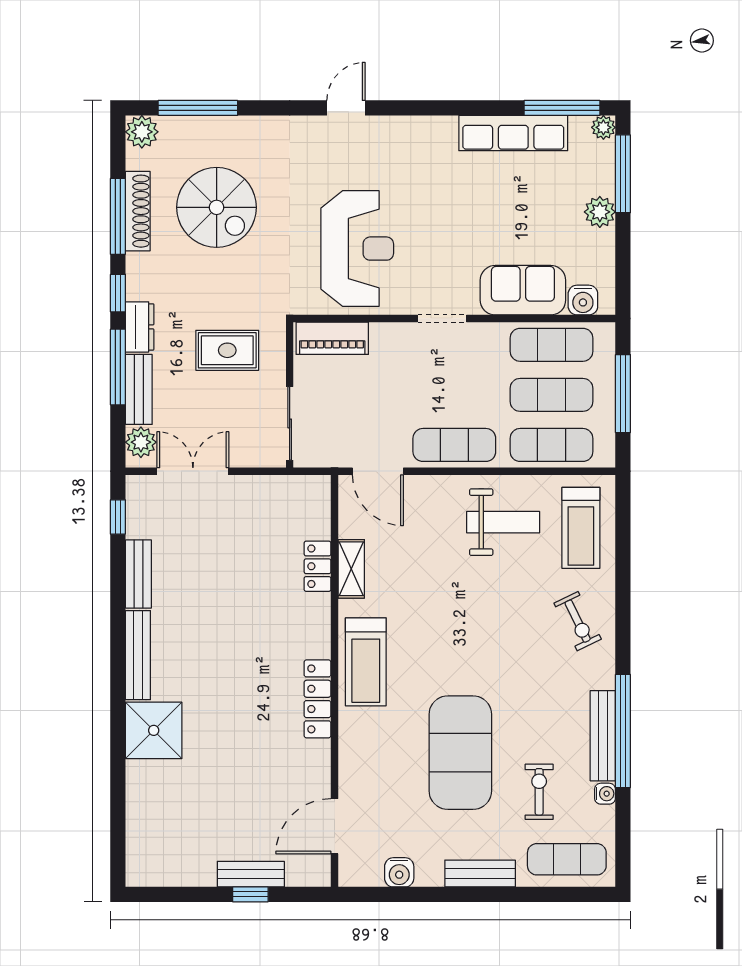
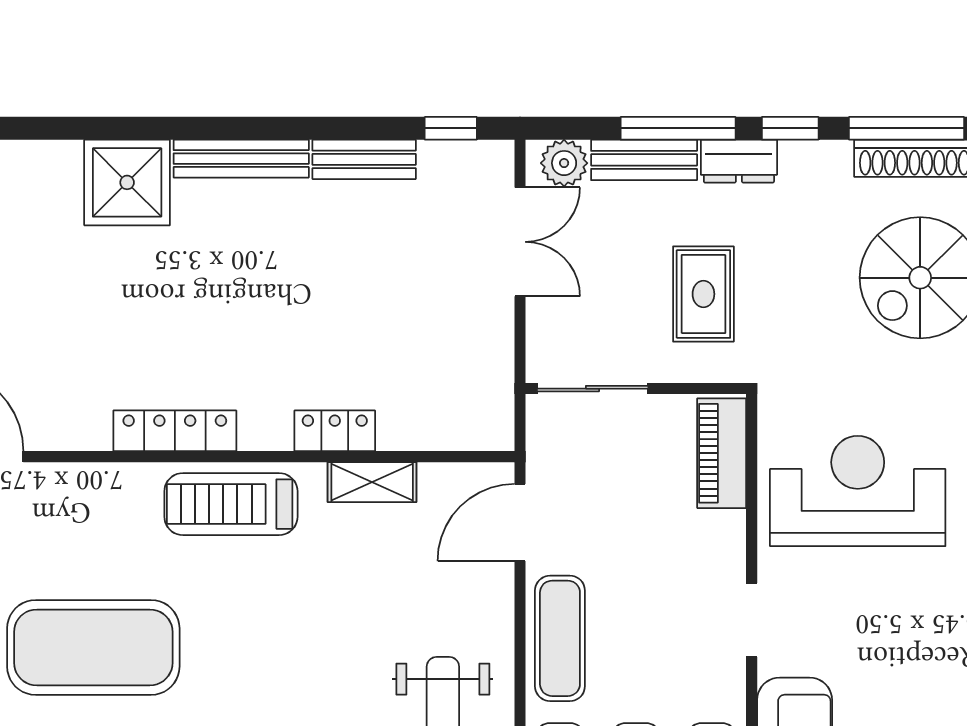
reception desk: (357, 249) -> (858, 491), turned 180
locker: (318, 566) -> (335, 431), moved

